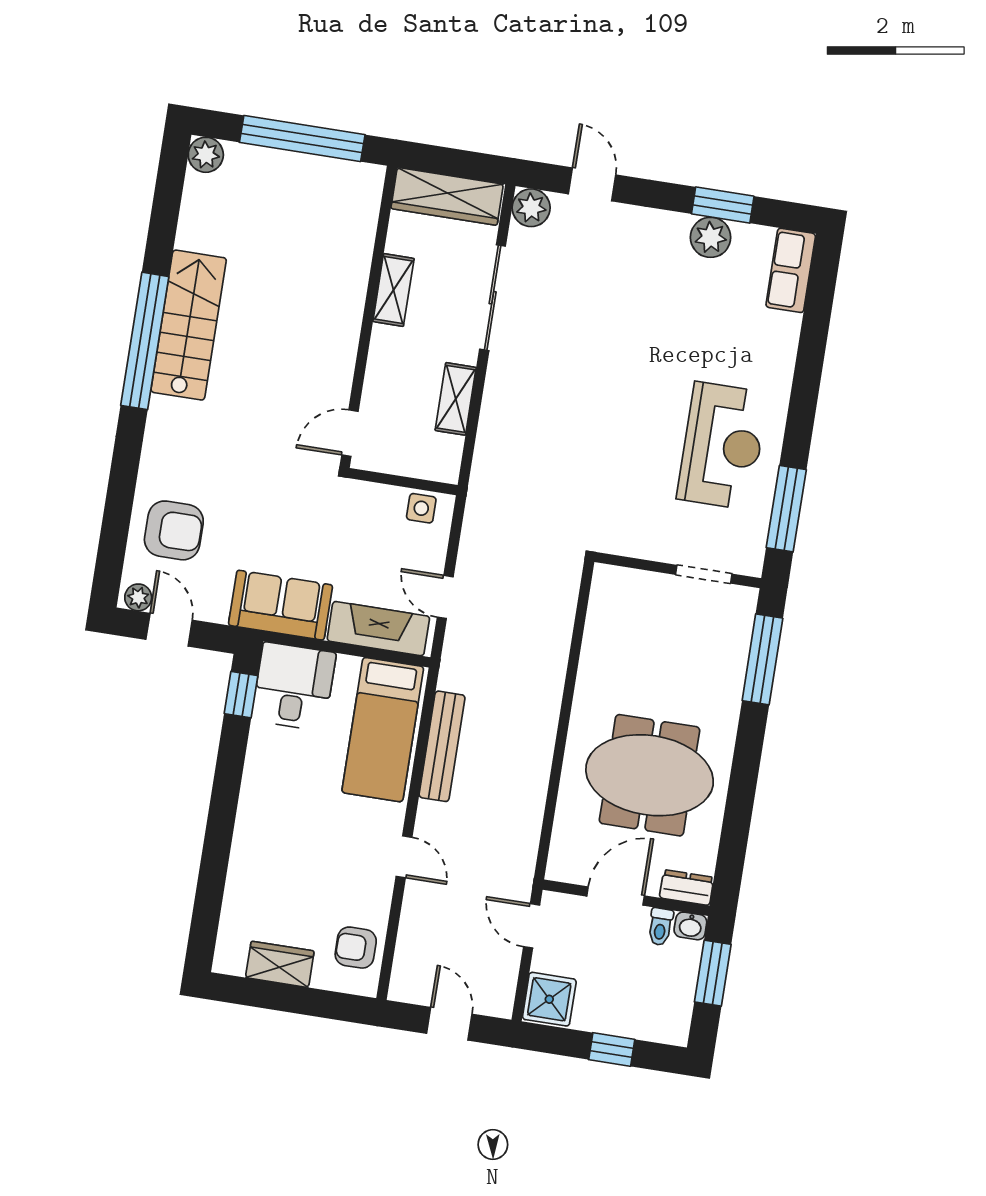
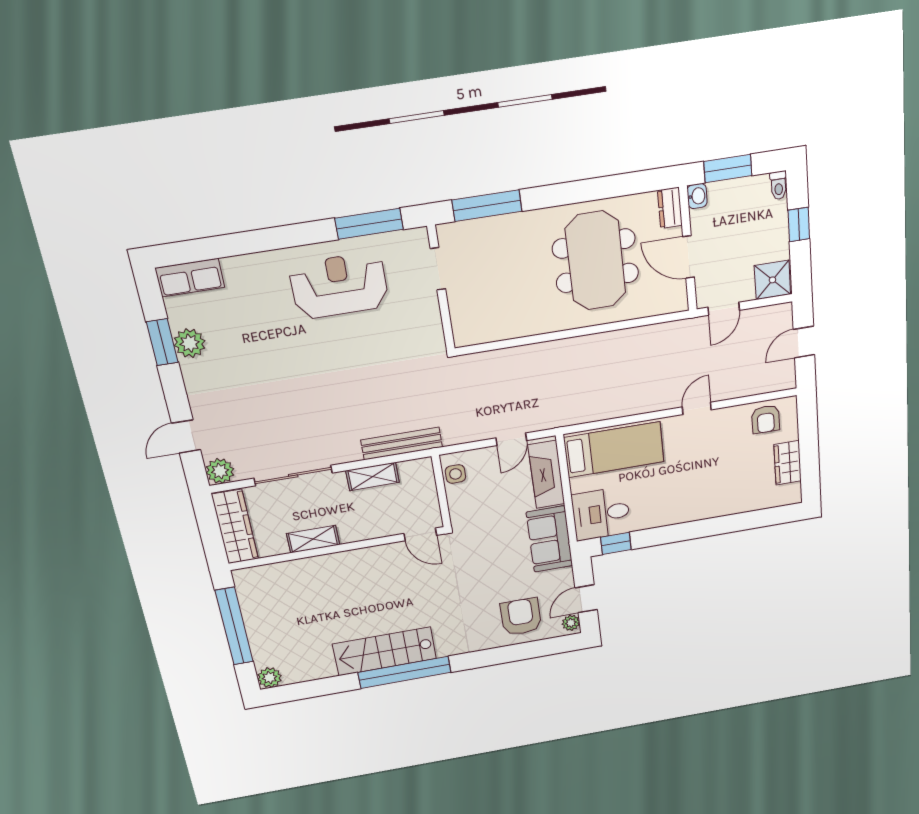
bench: (442, 746) -> (402, 444), moved
toilet: (660, 927) -> (779, 185), moved, turned 90

